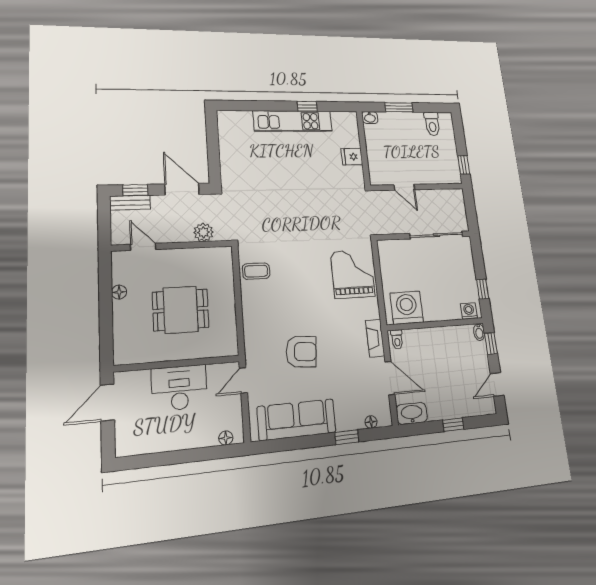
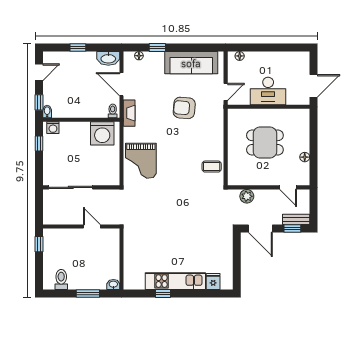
fridge: (352, 157) -> (213, 282), moved, turned -90

